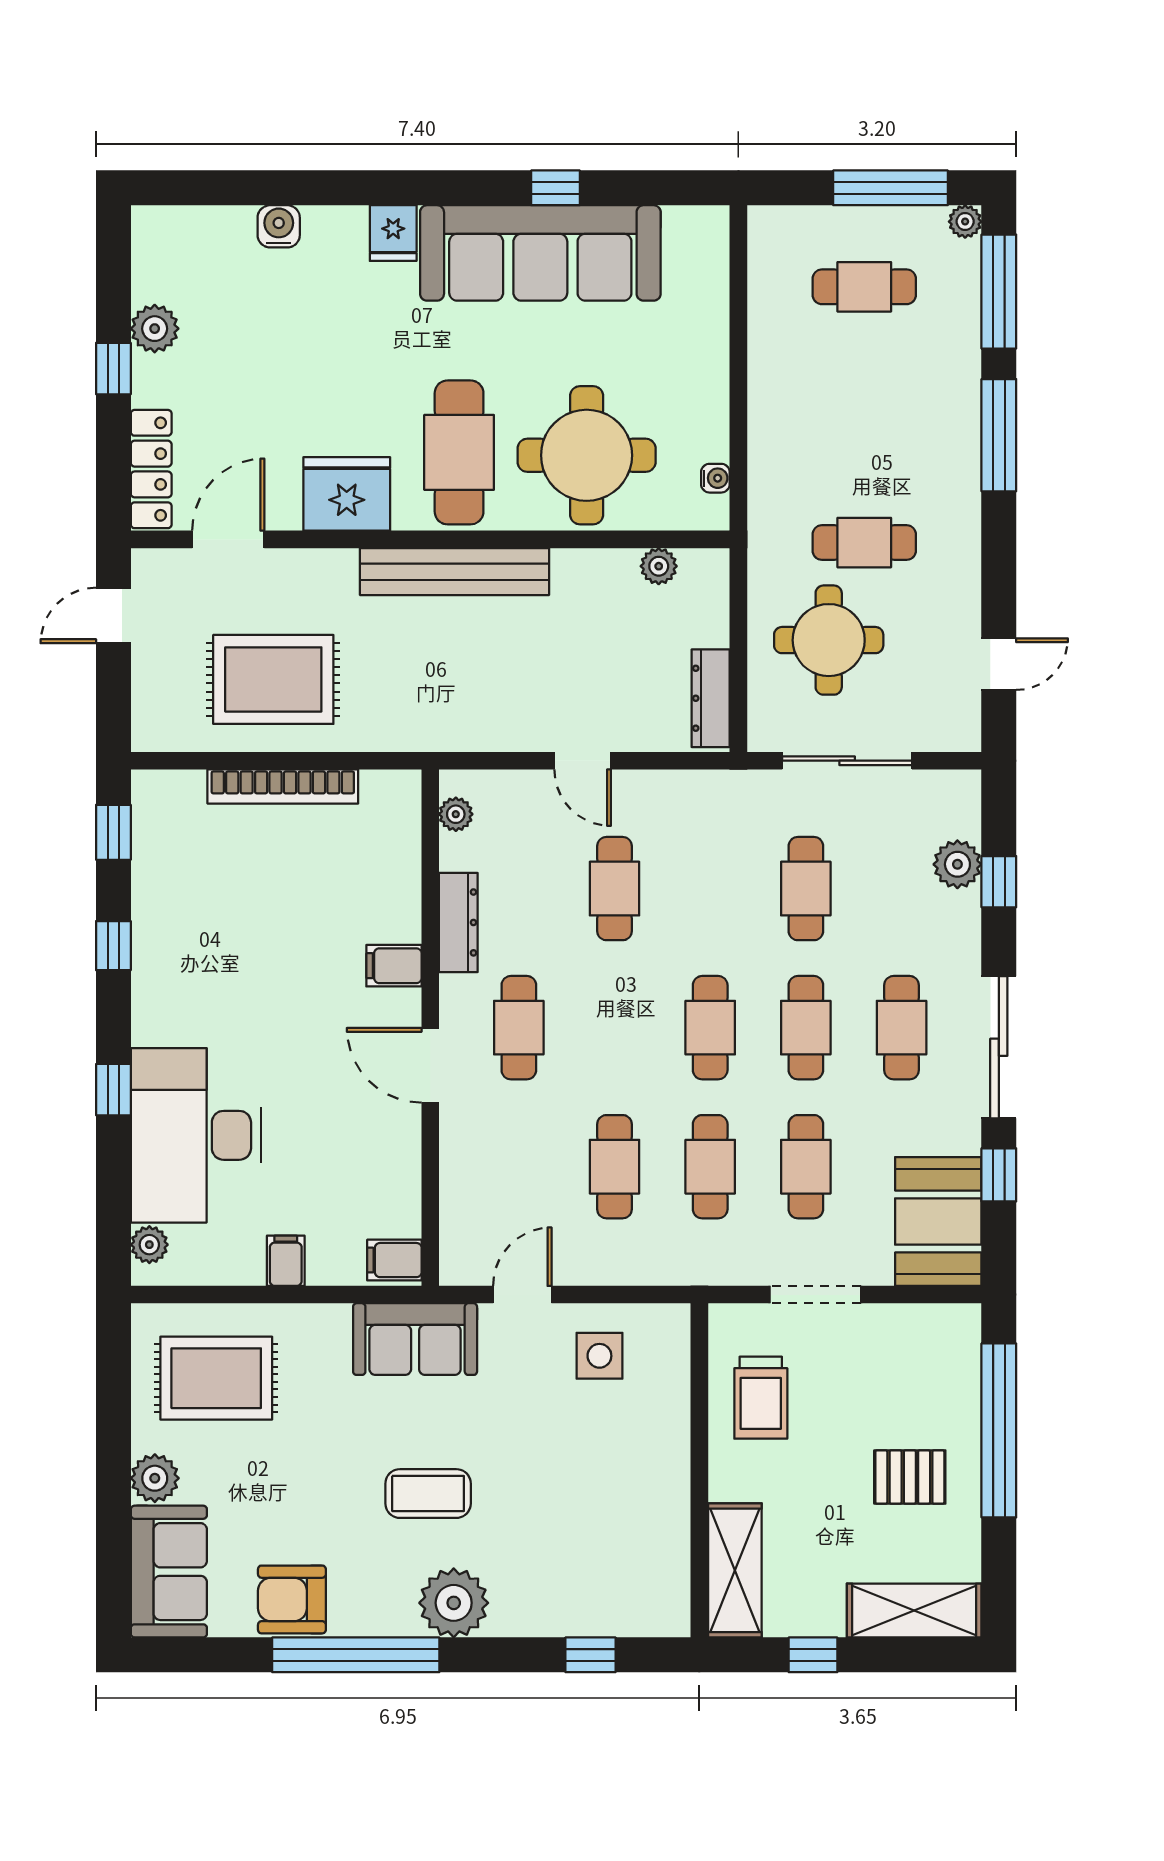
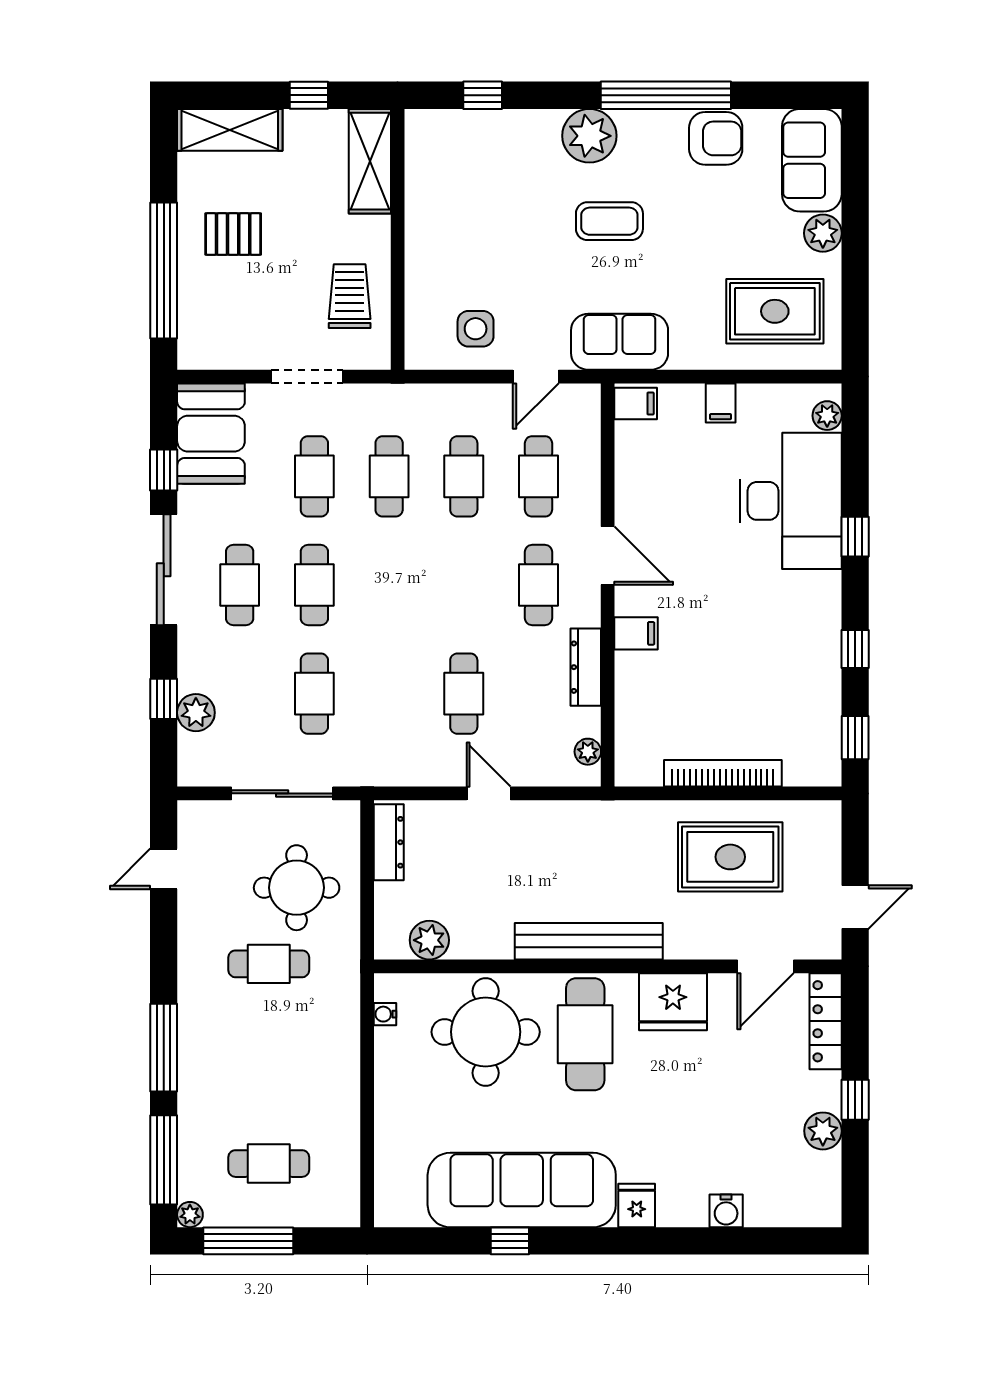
plant: (659, 566) -> (429, 940), width x1.38, depth x1.38
cafe table: (710, 1028) -> (539, 476), moved

